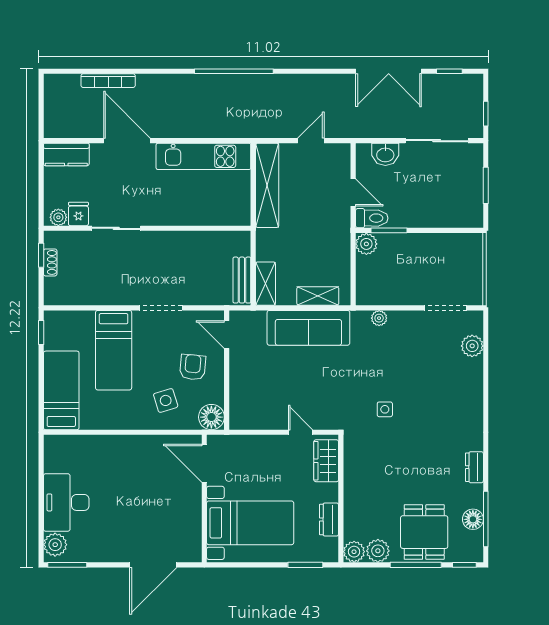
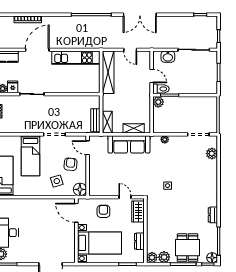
double door: (389, 71) -> (140, 15), moved
door: (127, 141) -> (37, 50), hinge flipped
door: (311, 141) -> (130, 50), swing flipped
armchair: (258, 460) -> (103, 211), added
floor lamp: (473, 519) -> (212, 258), moved

